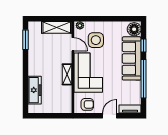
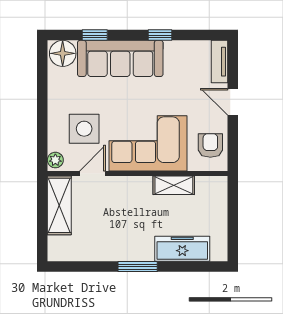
window: (26, 40) -> (138, 267), moved
shelving: (67, 74) -> (174, 185), moved
window: (143, 79) -> (160, 35), width x0.32

